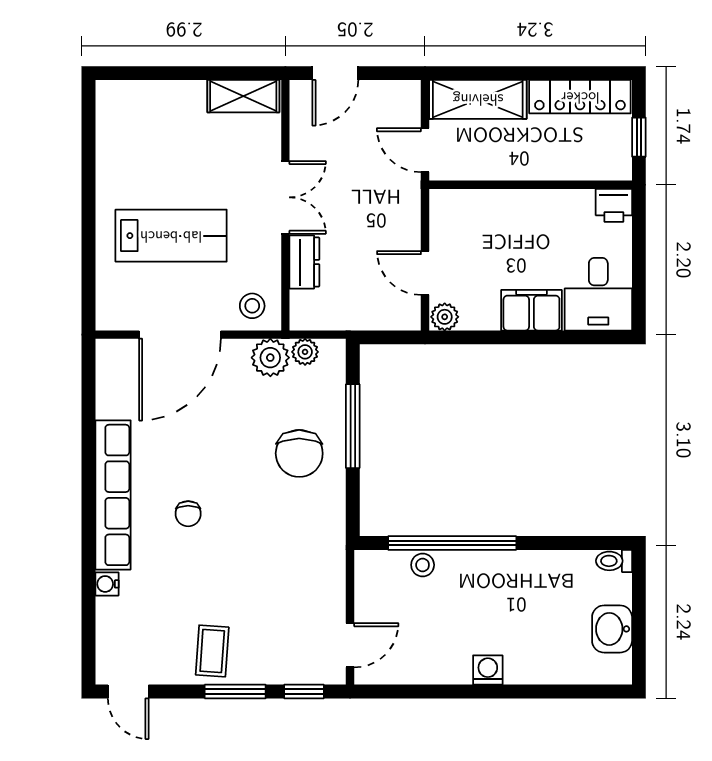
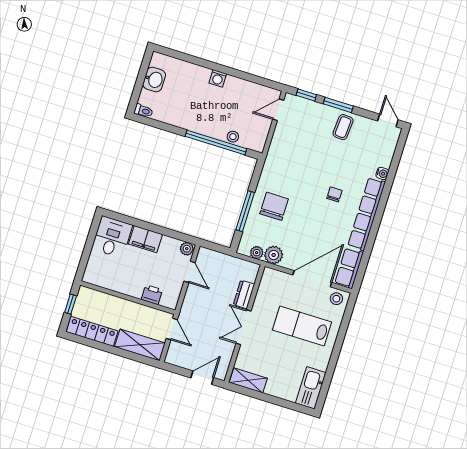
kitchen sink: (116, 119) -> (311, 388), added
printer: (614, 205) -> (152, 295), moved
stool: (252, 306) -> (336, 299), moved
row of seats: (114, 378) -> (349, 268), added

